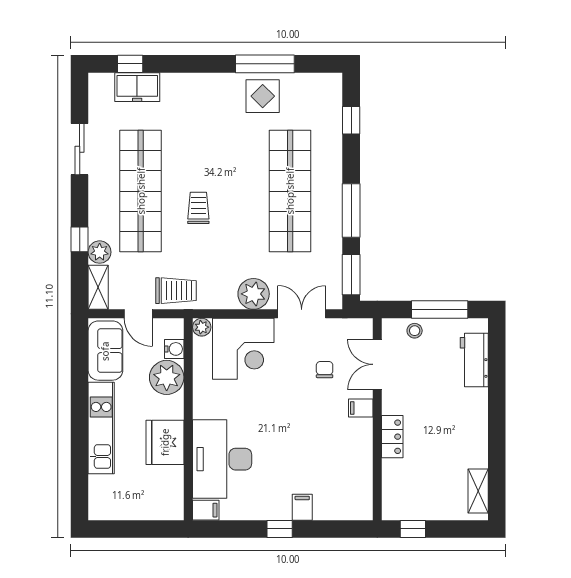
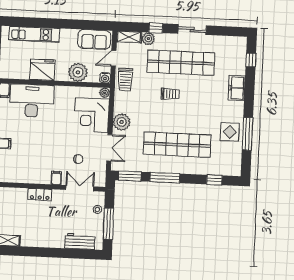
freezer: (137, 87) -> (237, 88), moved
sliding door: (80, 149) -> (192, 30), moved
water cooler: (174, 349) -> (105, 78), moved
kitchen unit: (101, 428) -> (34, 34), moved

